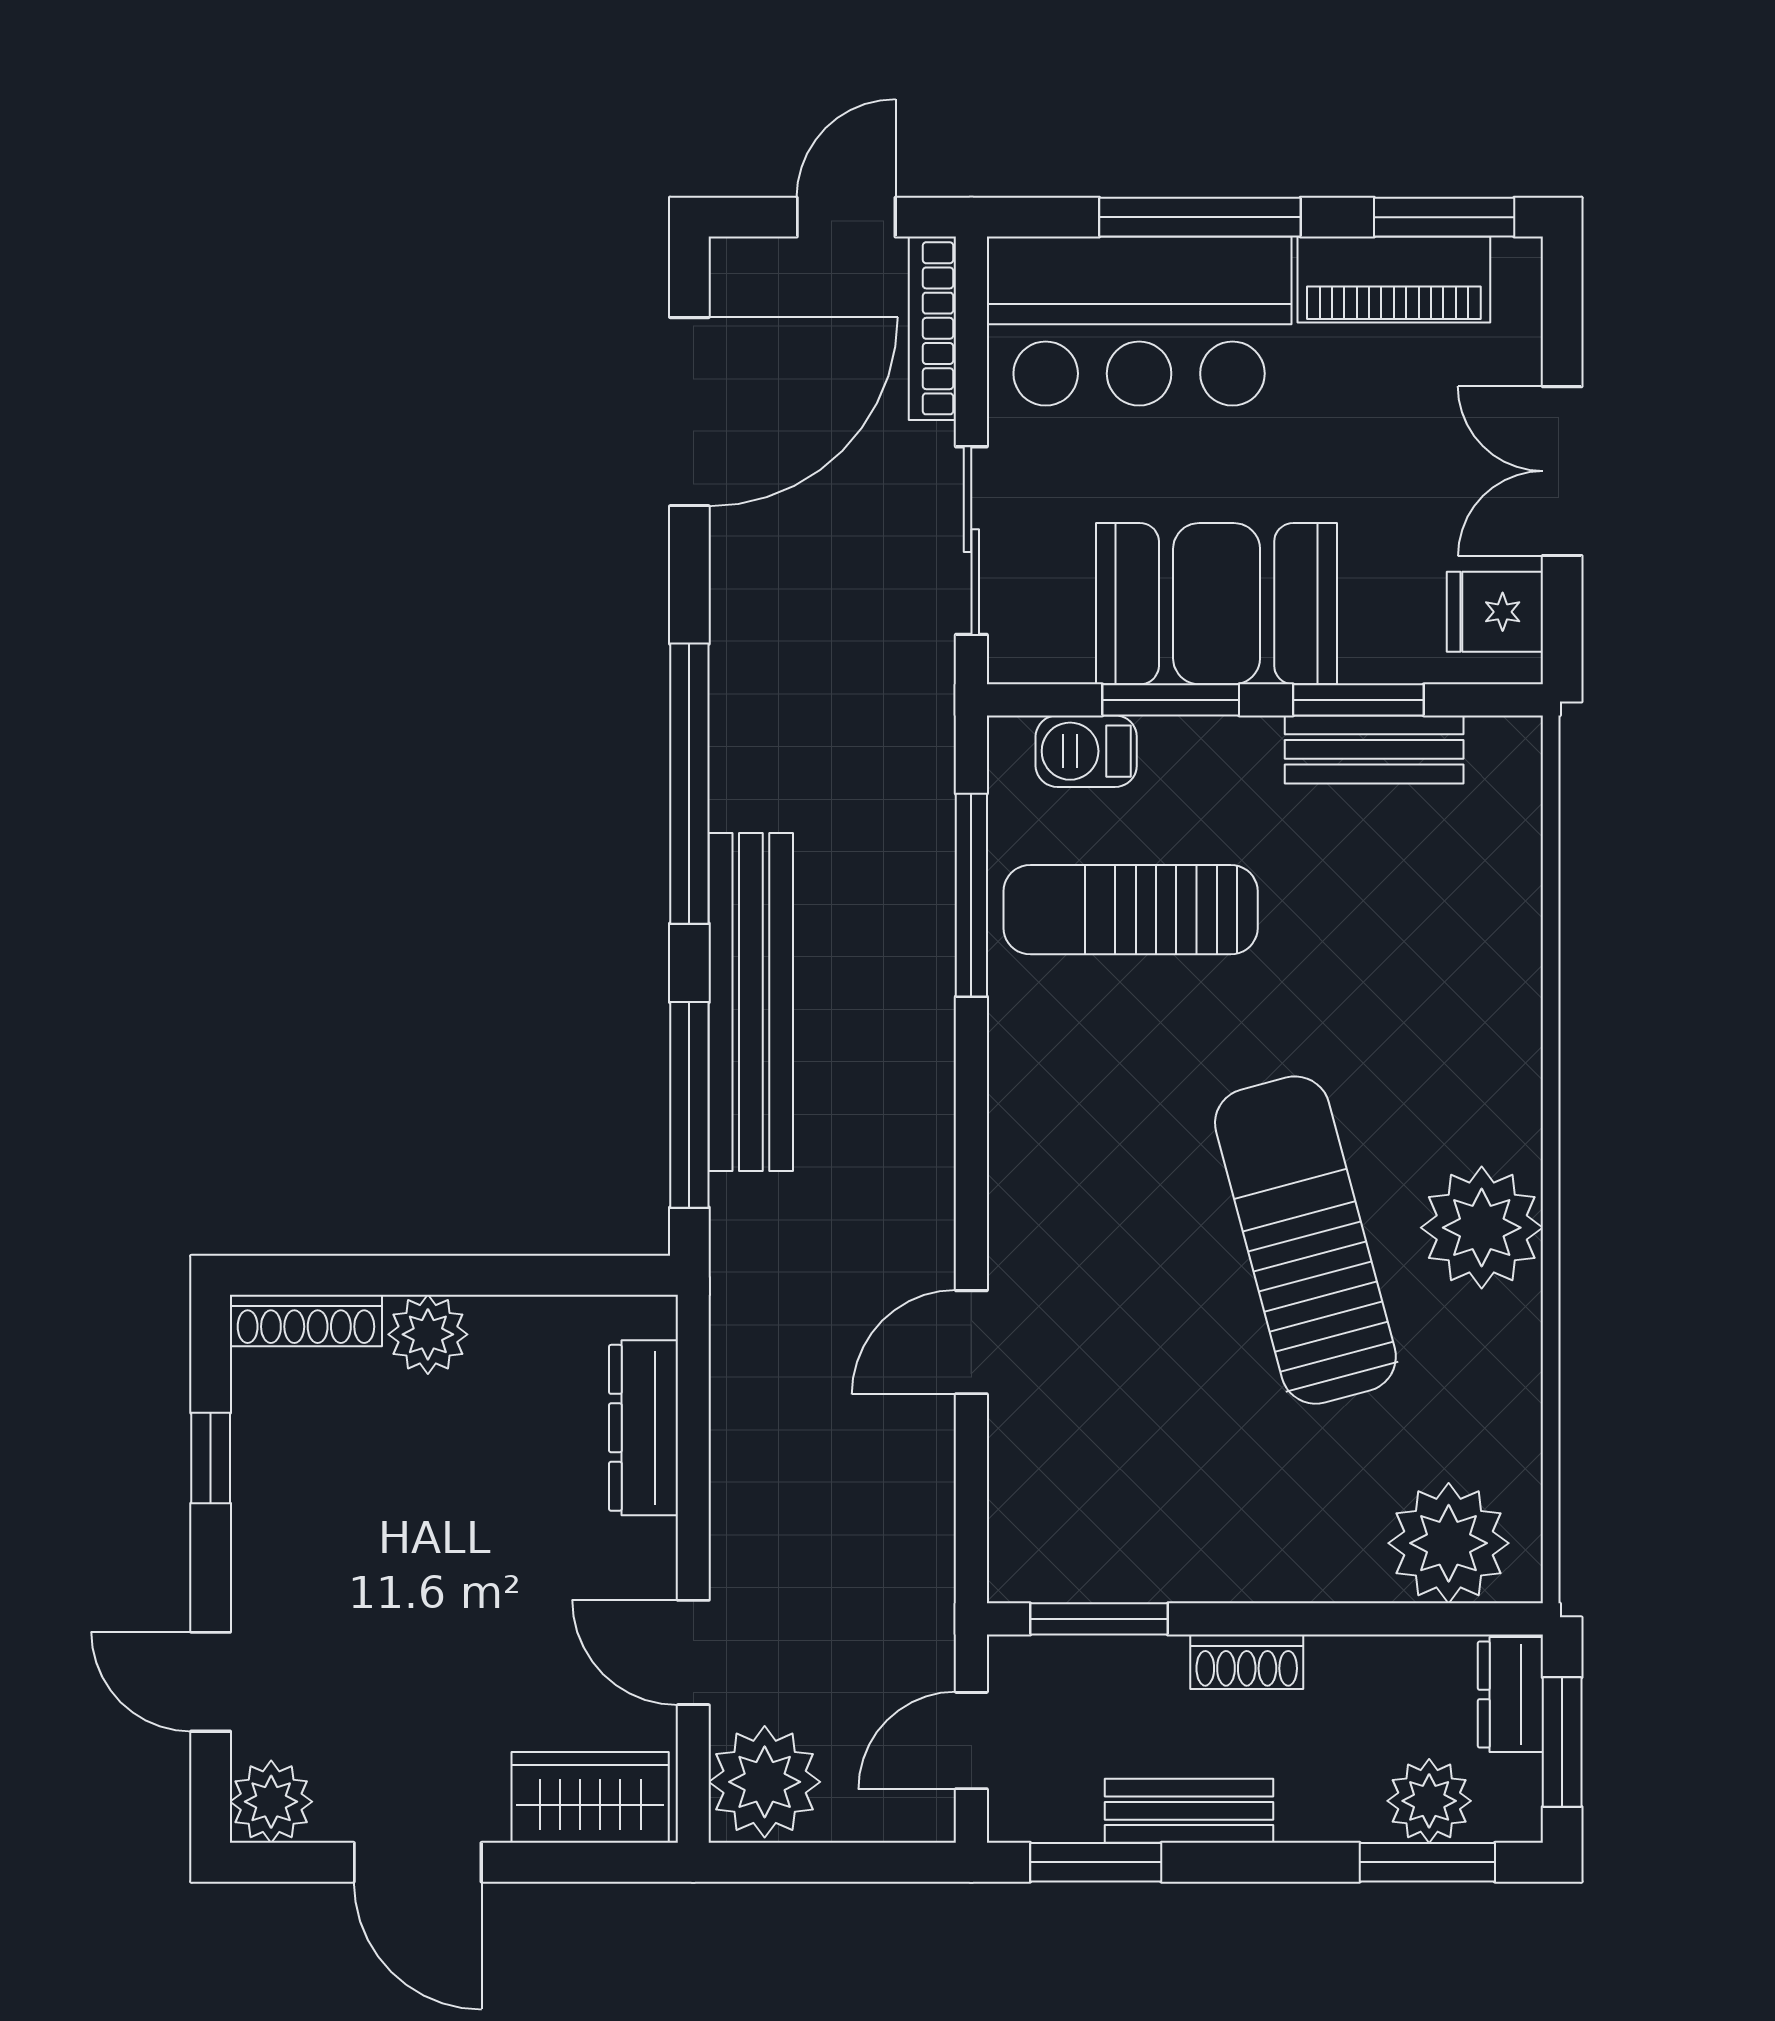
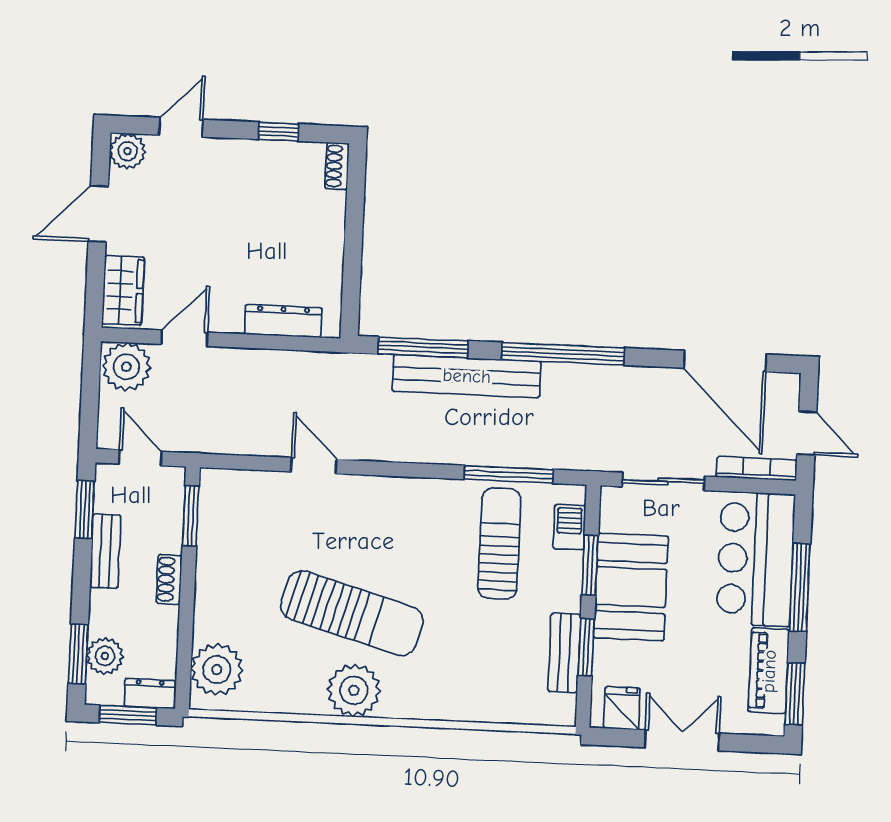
sun lounger: (1305, 1240) -> (352, 613), turned 31
shoe rack: (306, 1320) -> (337, 166), width x0.70
plant: (428, 1334) -> (328, 229), removed

